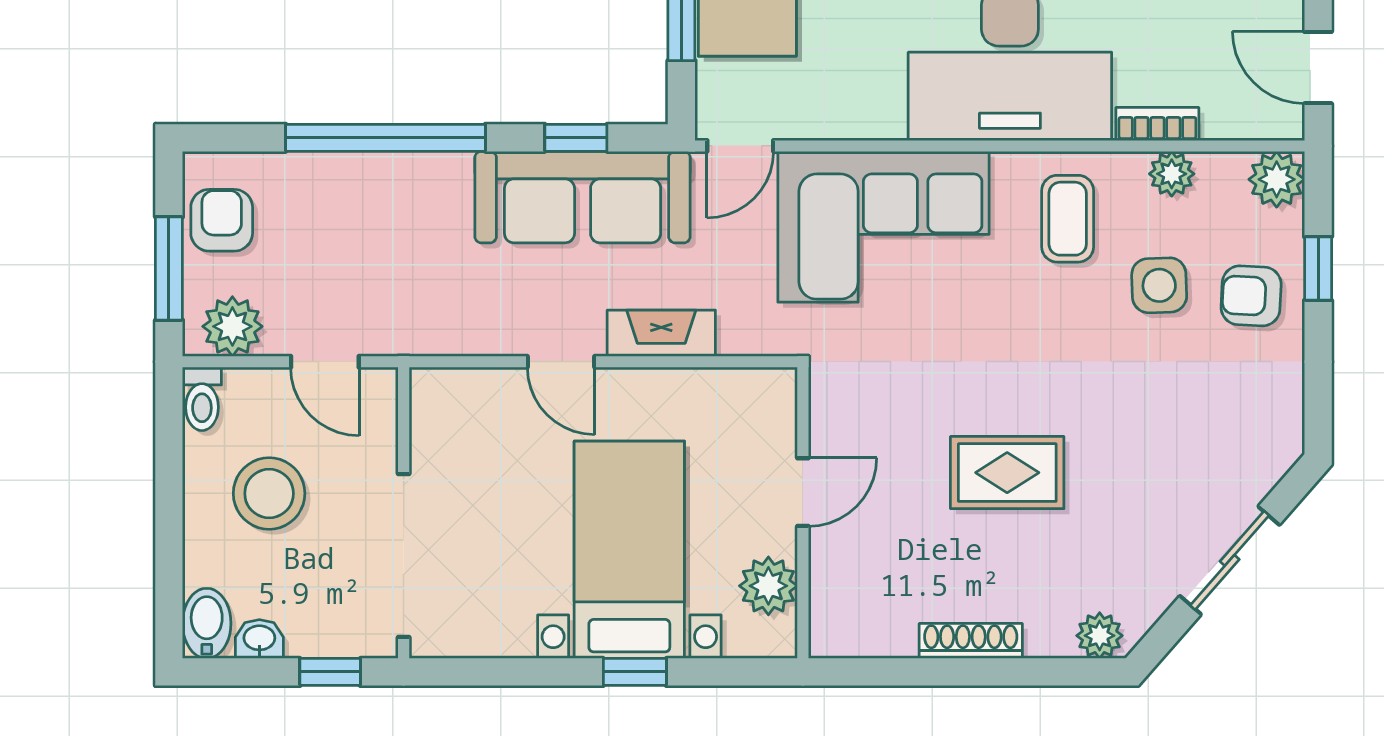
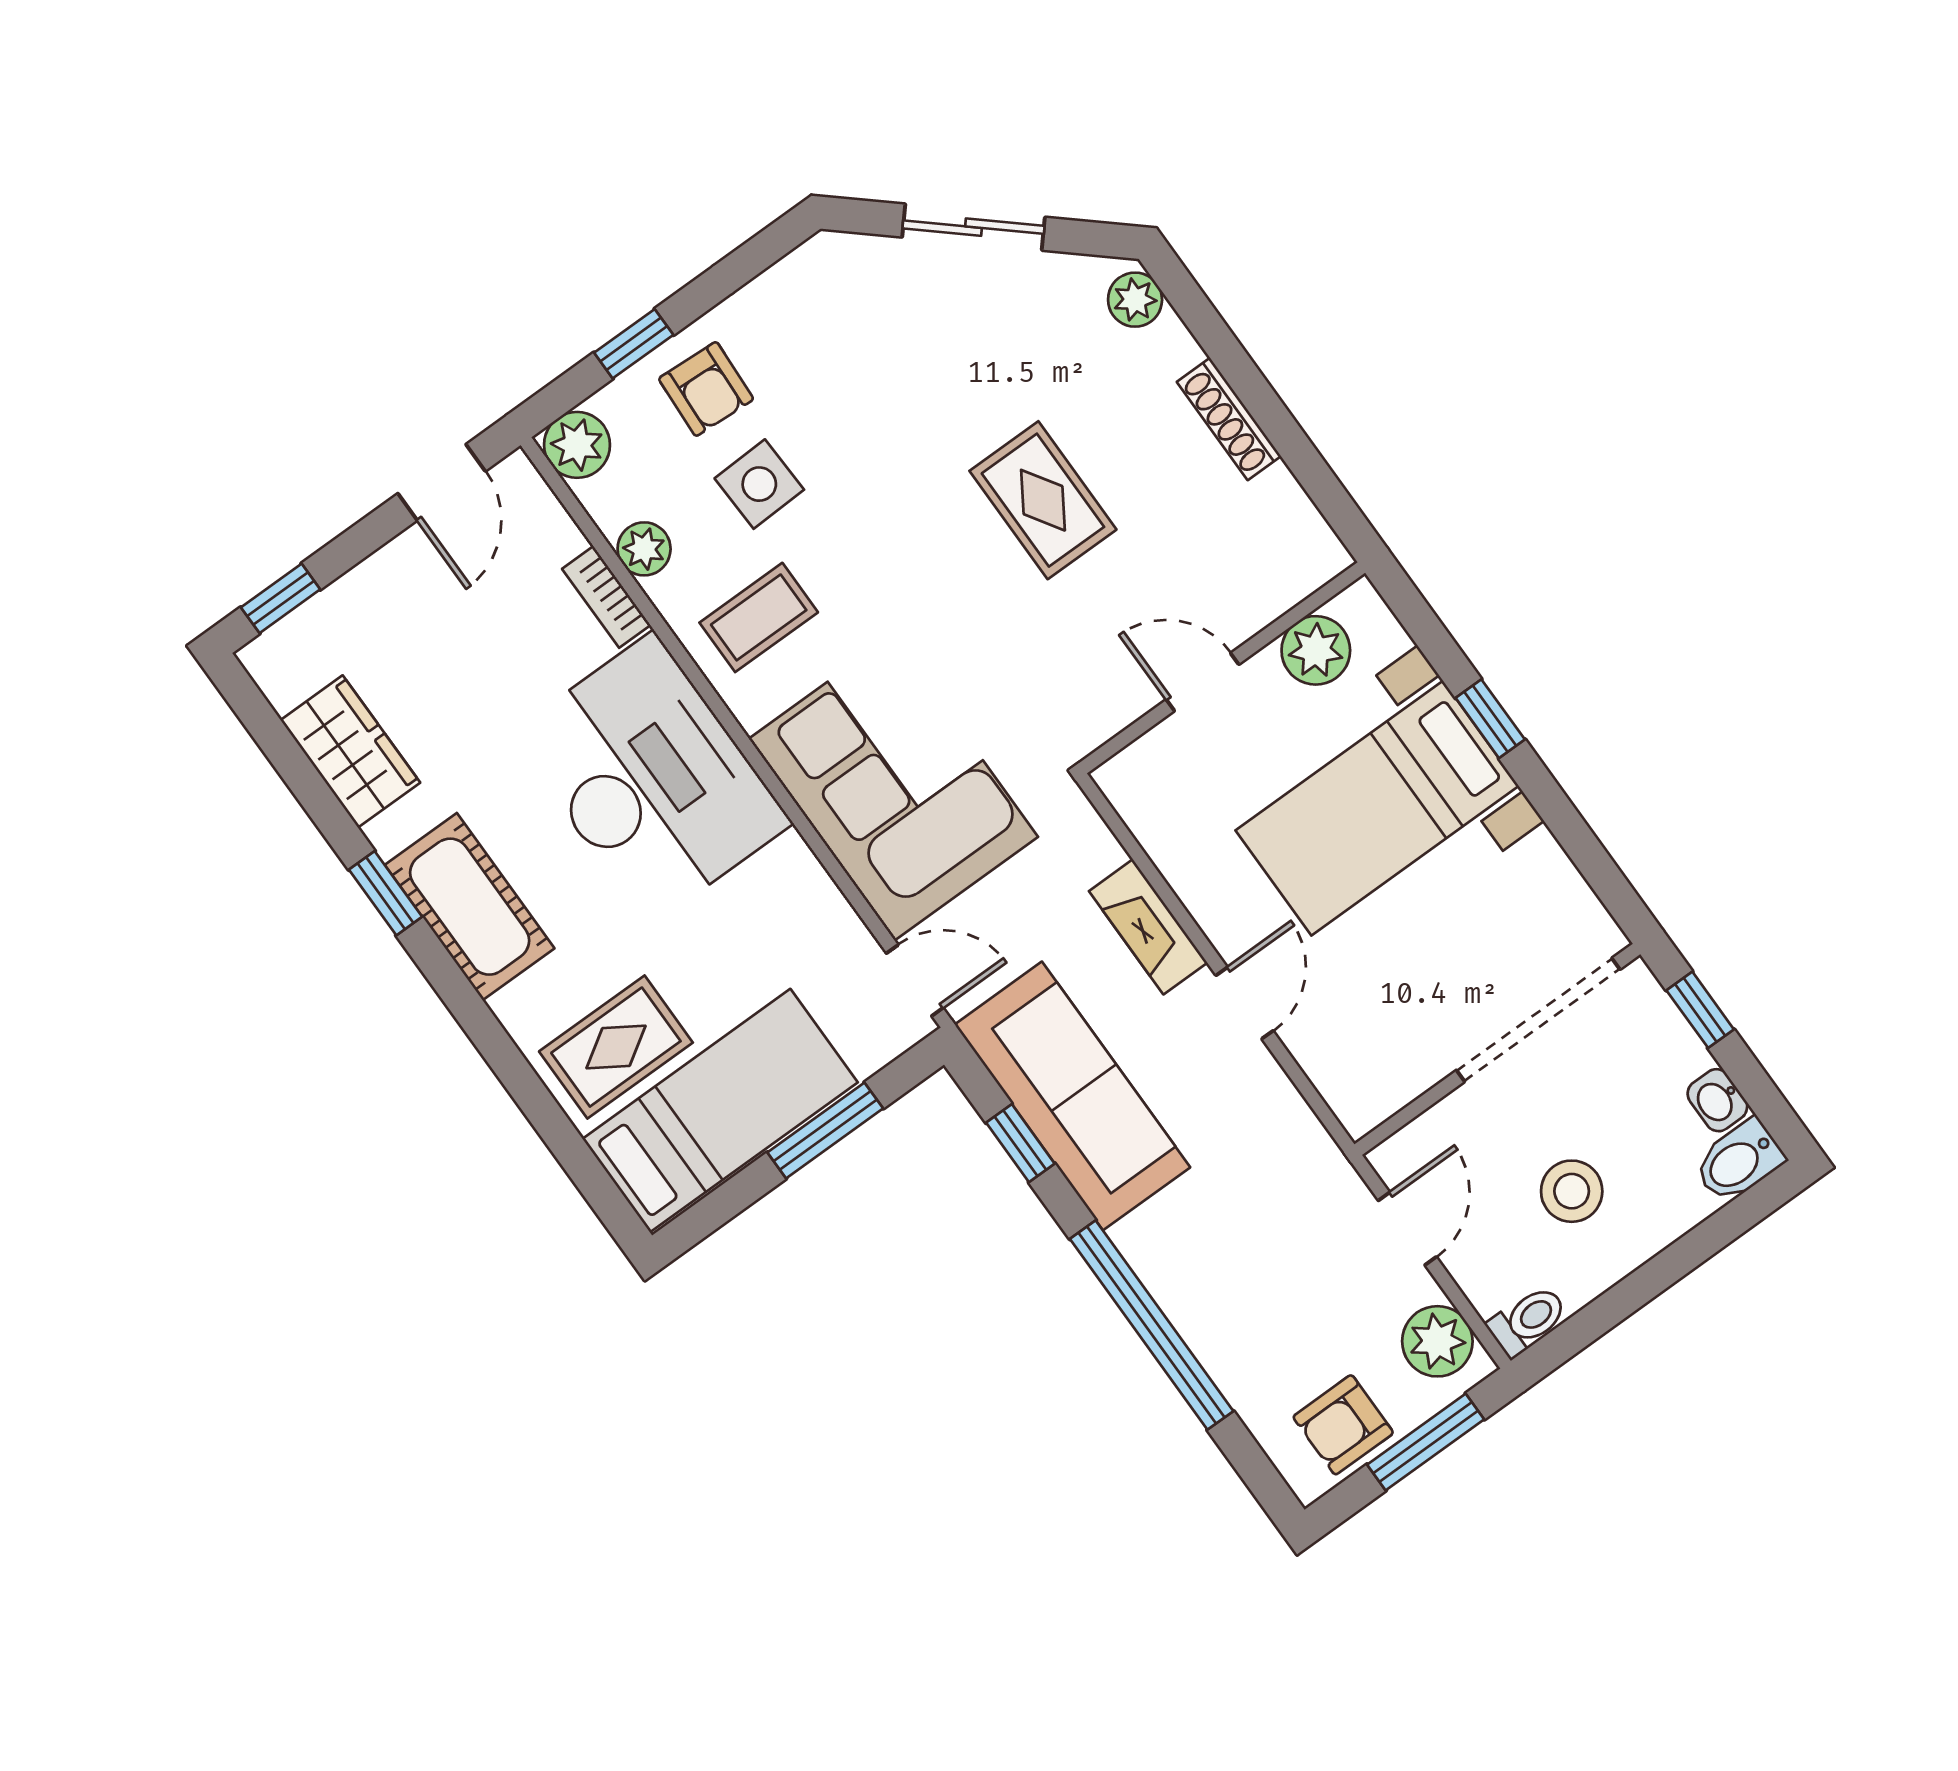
stool: (269, 493) -> (1572, 1191), width x0.73, depth x0.73

